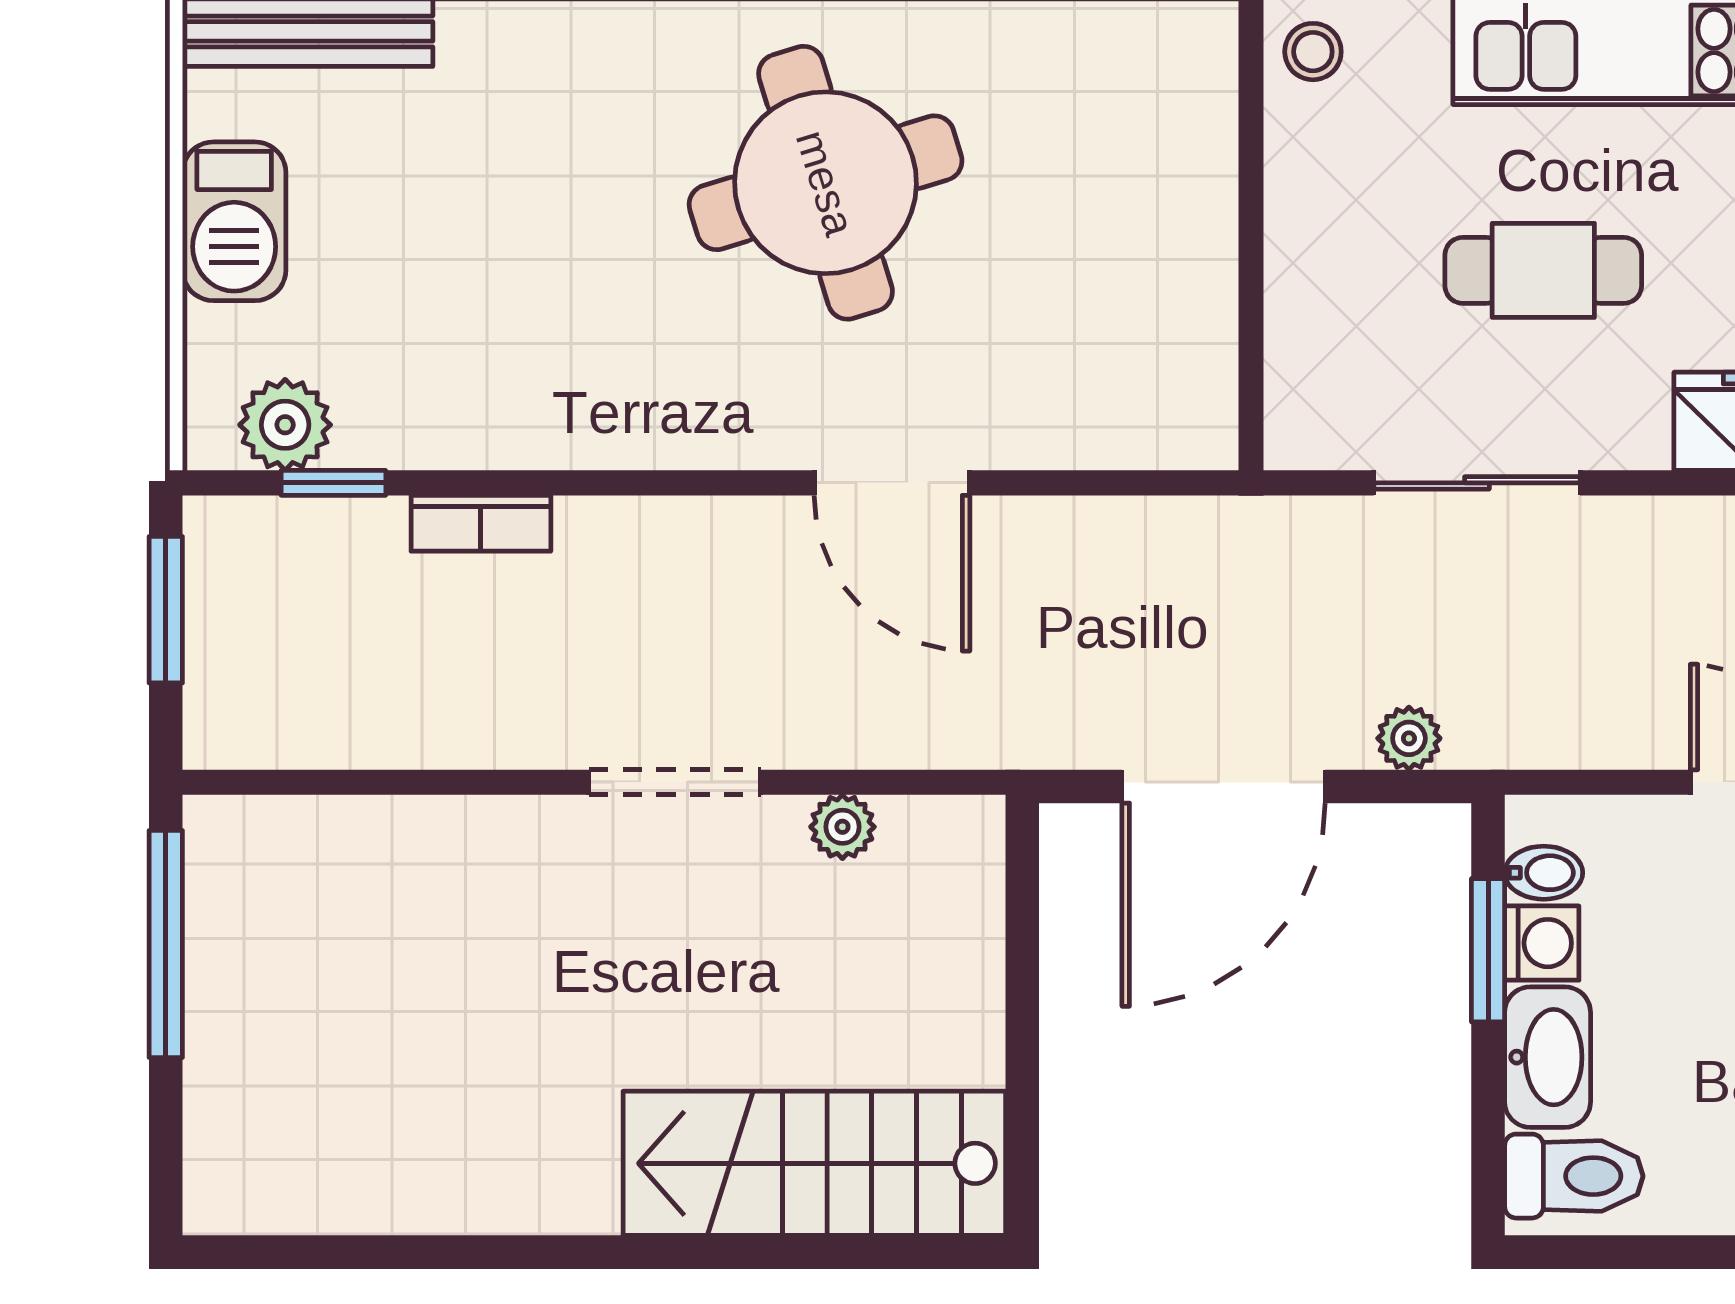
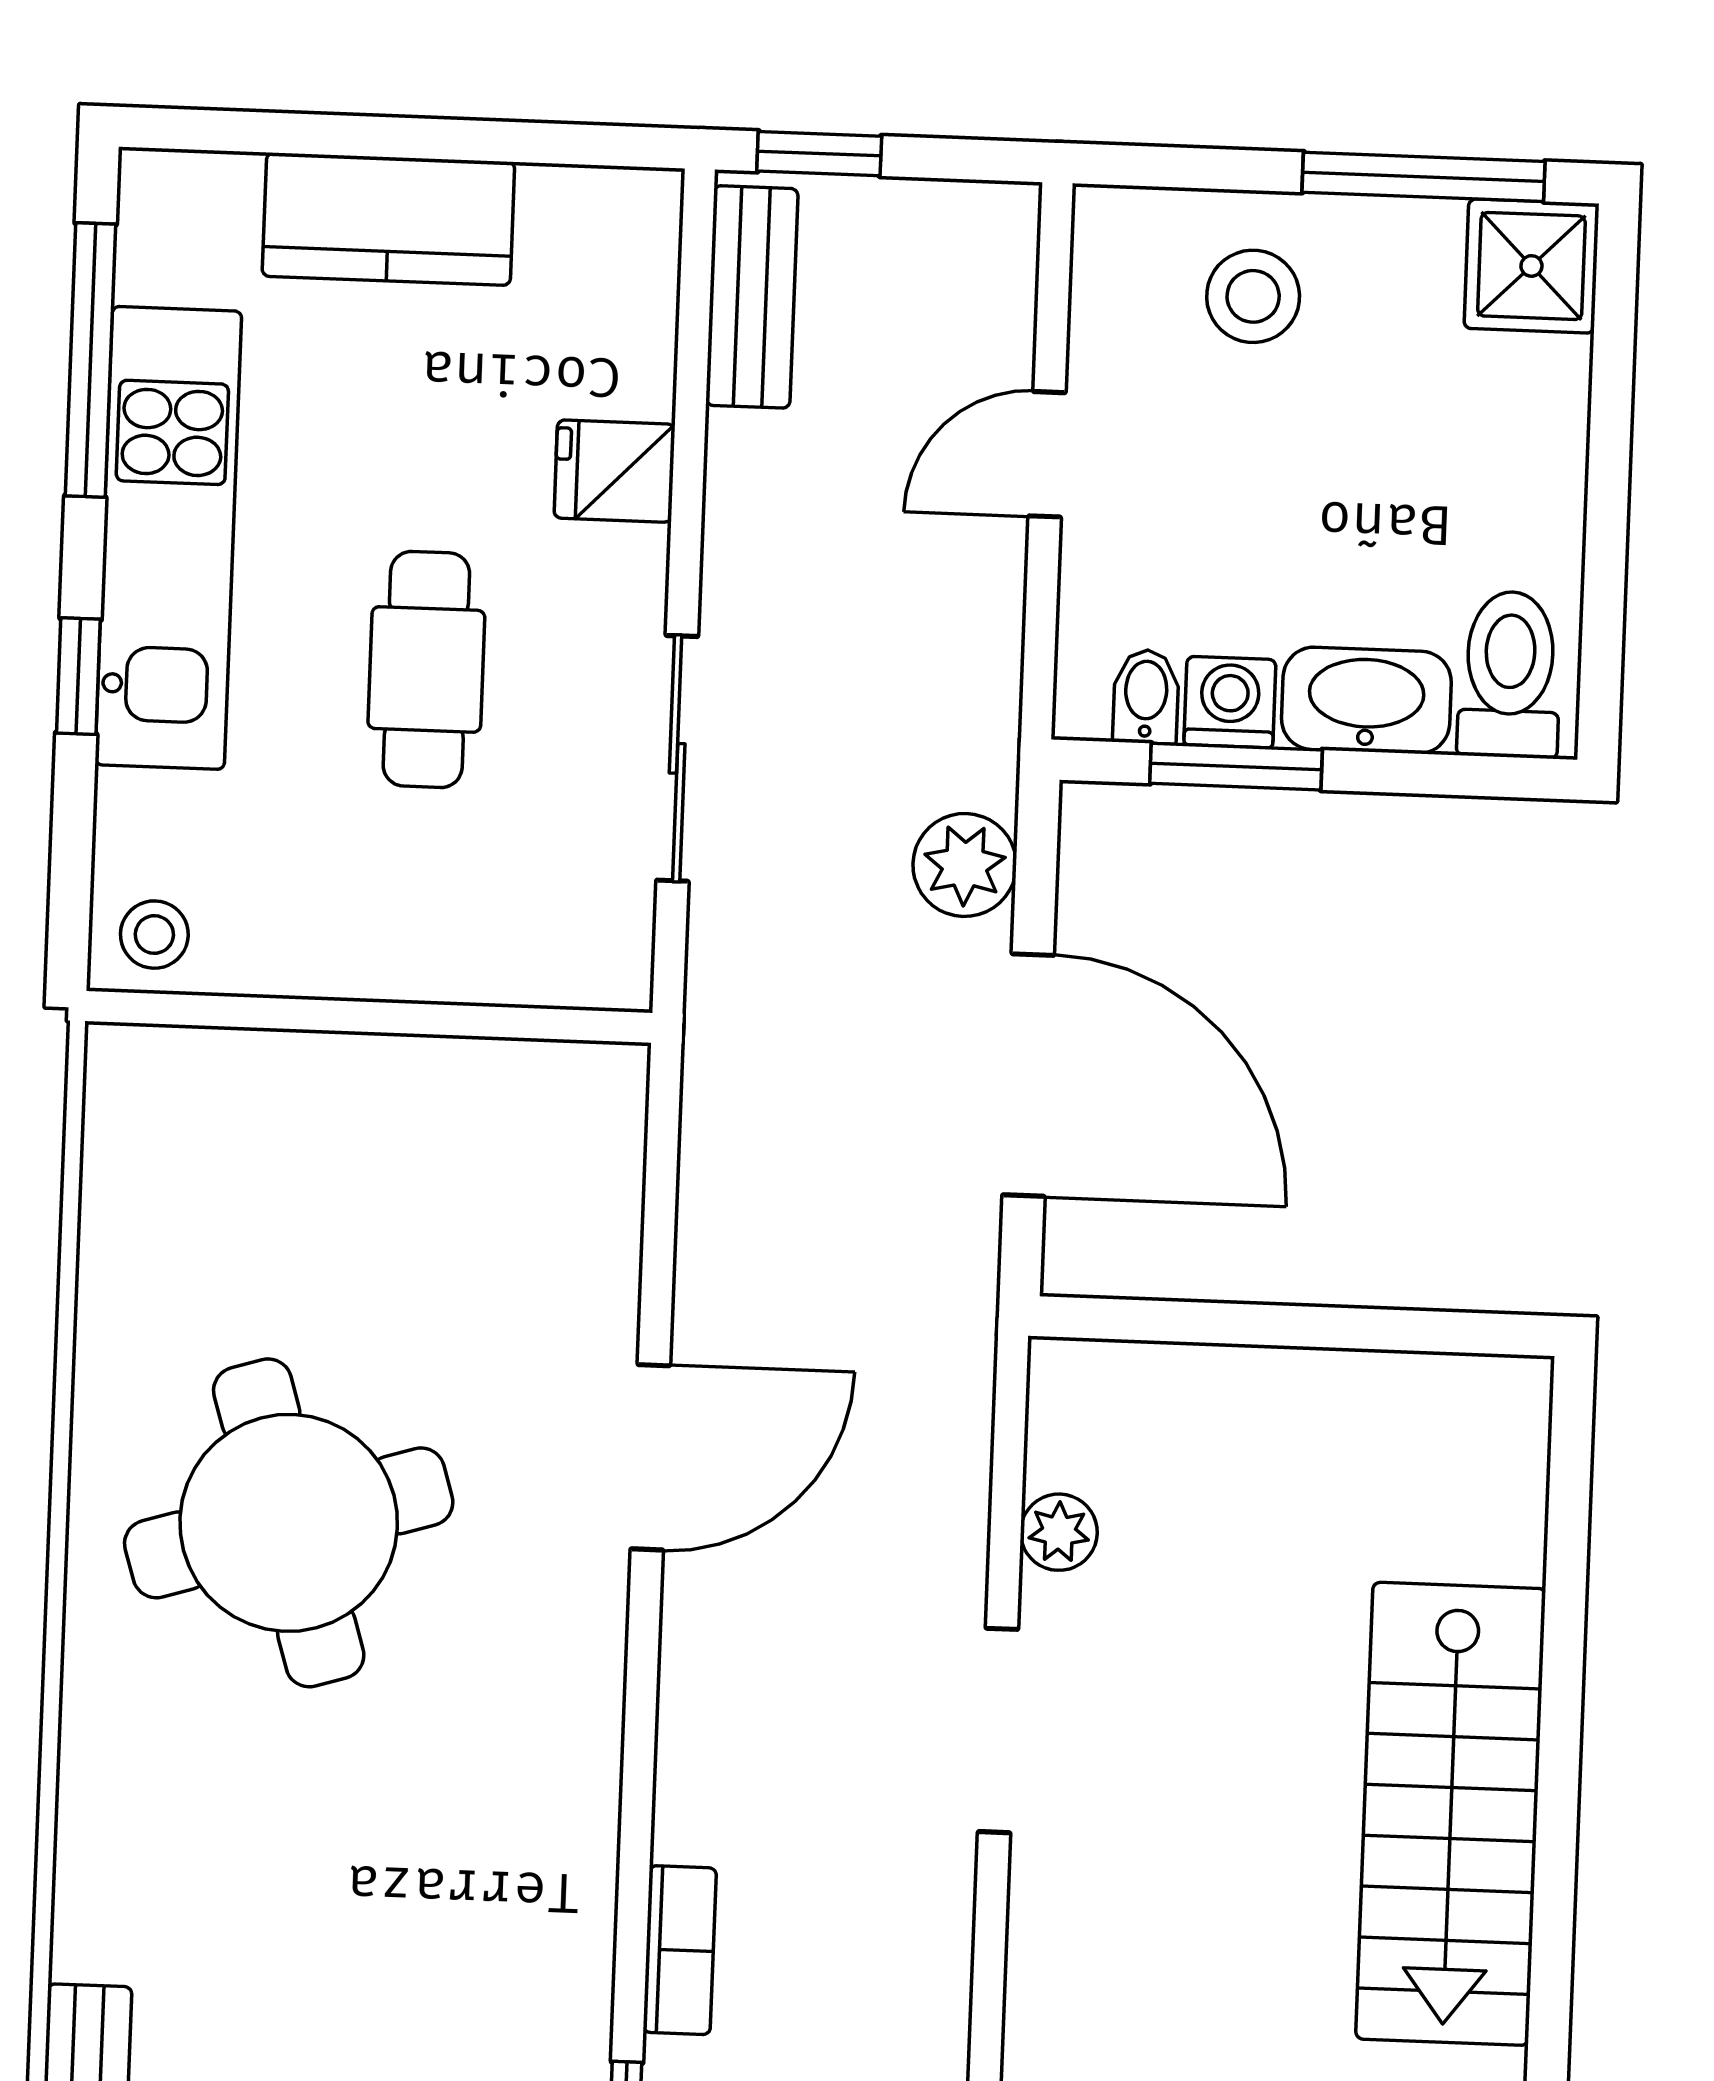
plant: (1409, 738) -> (965, 865), width x1.38, depth x1.38
stairs: (814, 1163) -> (1451, 1814), moved

